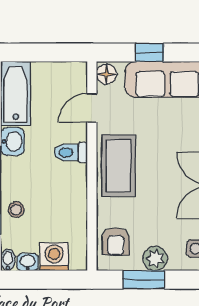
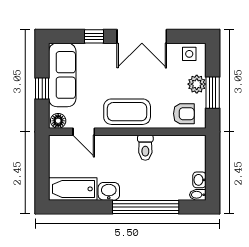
toilet: (71, 152) -> (145, 148), moved
stool: (16, 210) -> (160, 188), removed
washing machine: (54, 257) -> (195, 160), removed

